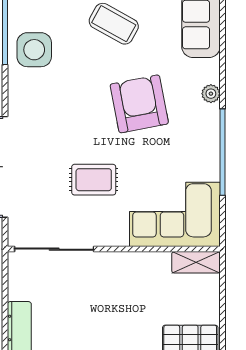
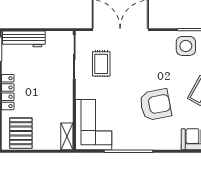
plant: (211, 94) -> (161, 145), removed
rug: (94, 180) -> (101, 64), moved

